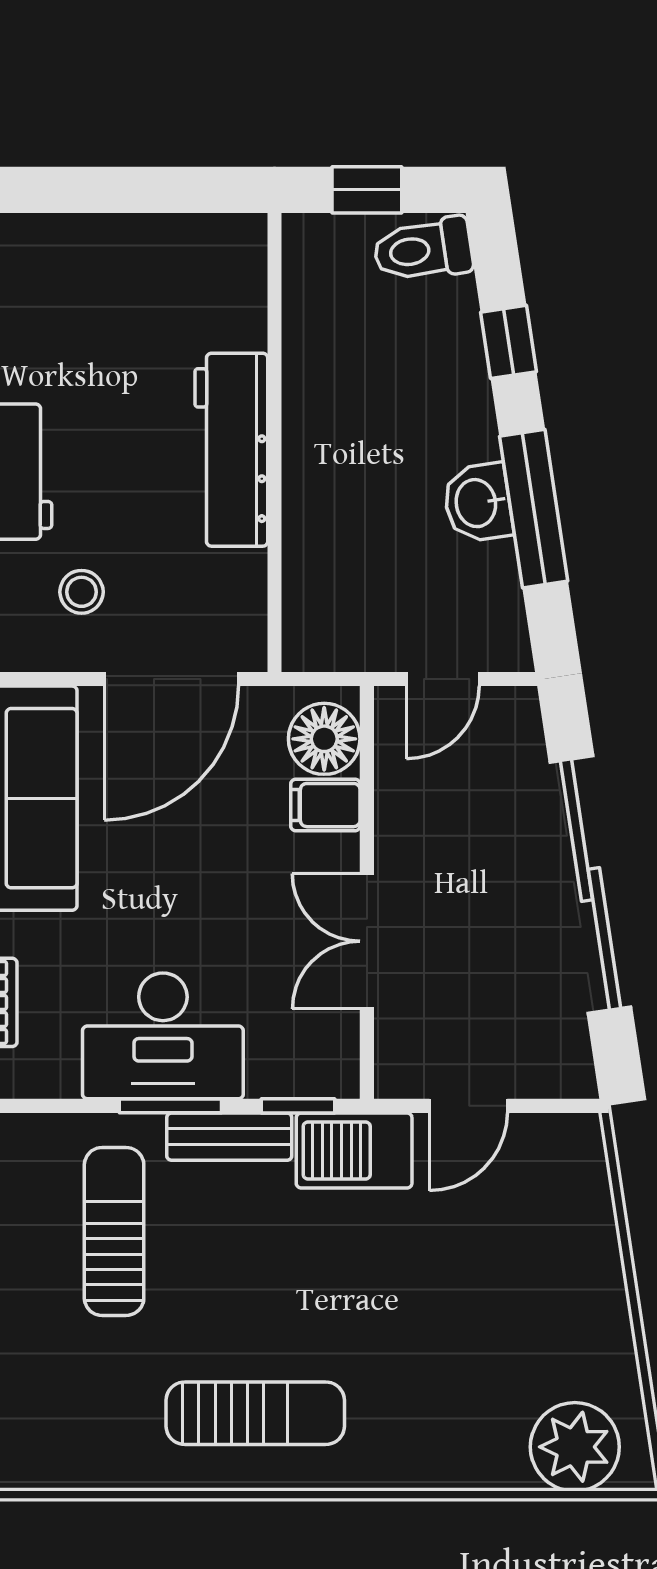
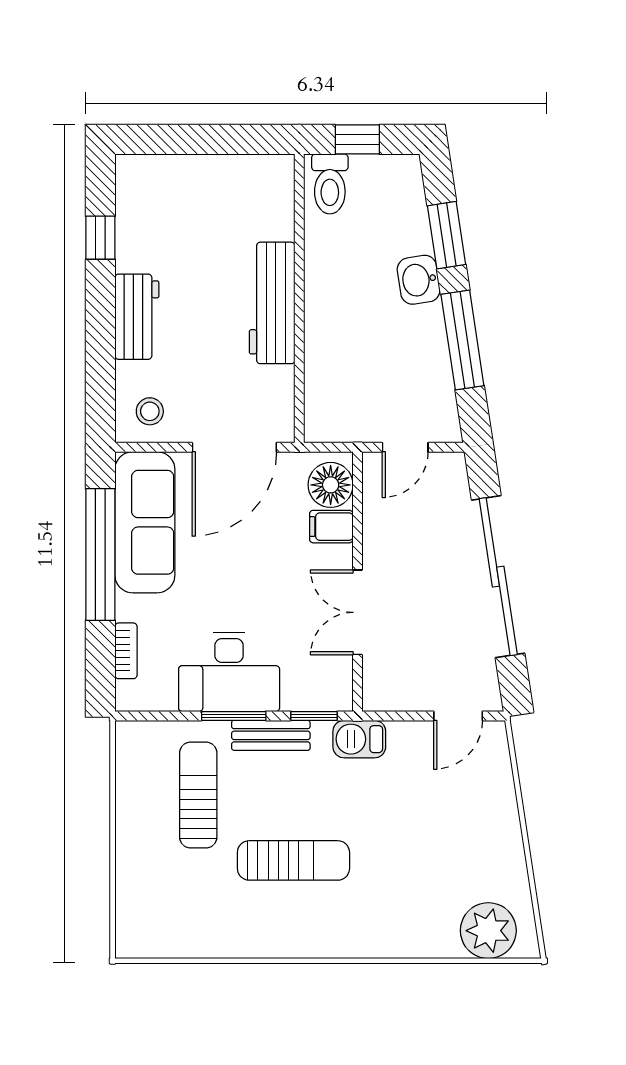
toilet: (423, 250) -> (330, 184), moved, turned -81
window: (509, 342) -> (447, 235), width x1.50
washbasin: (478, 503) -> (419, 280), moved
stool: (82, 592) -> (150, 411), moved
door: (468, 1106) -> (458, 716), moved
barbecue: (354, 1151) -> (359, 739), width x0.73, depth x0.79
sun lounger: (255, 1413) -> (293, 860), moved

